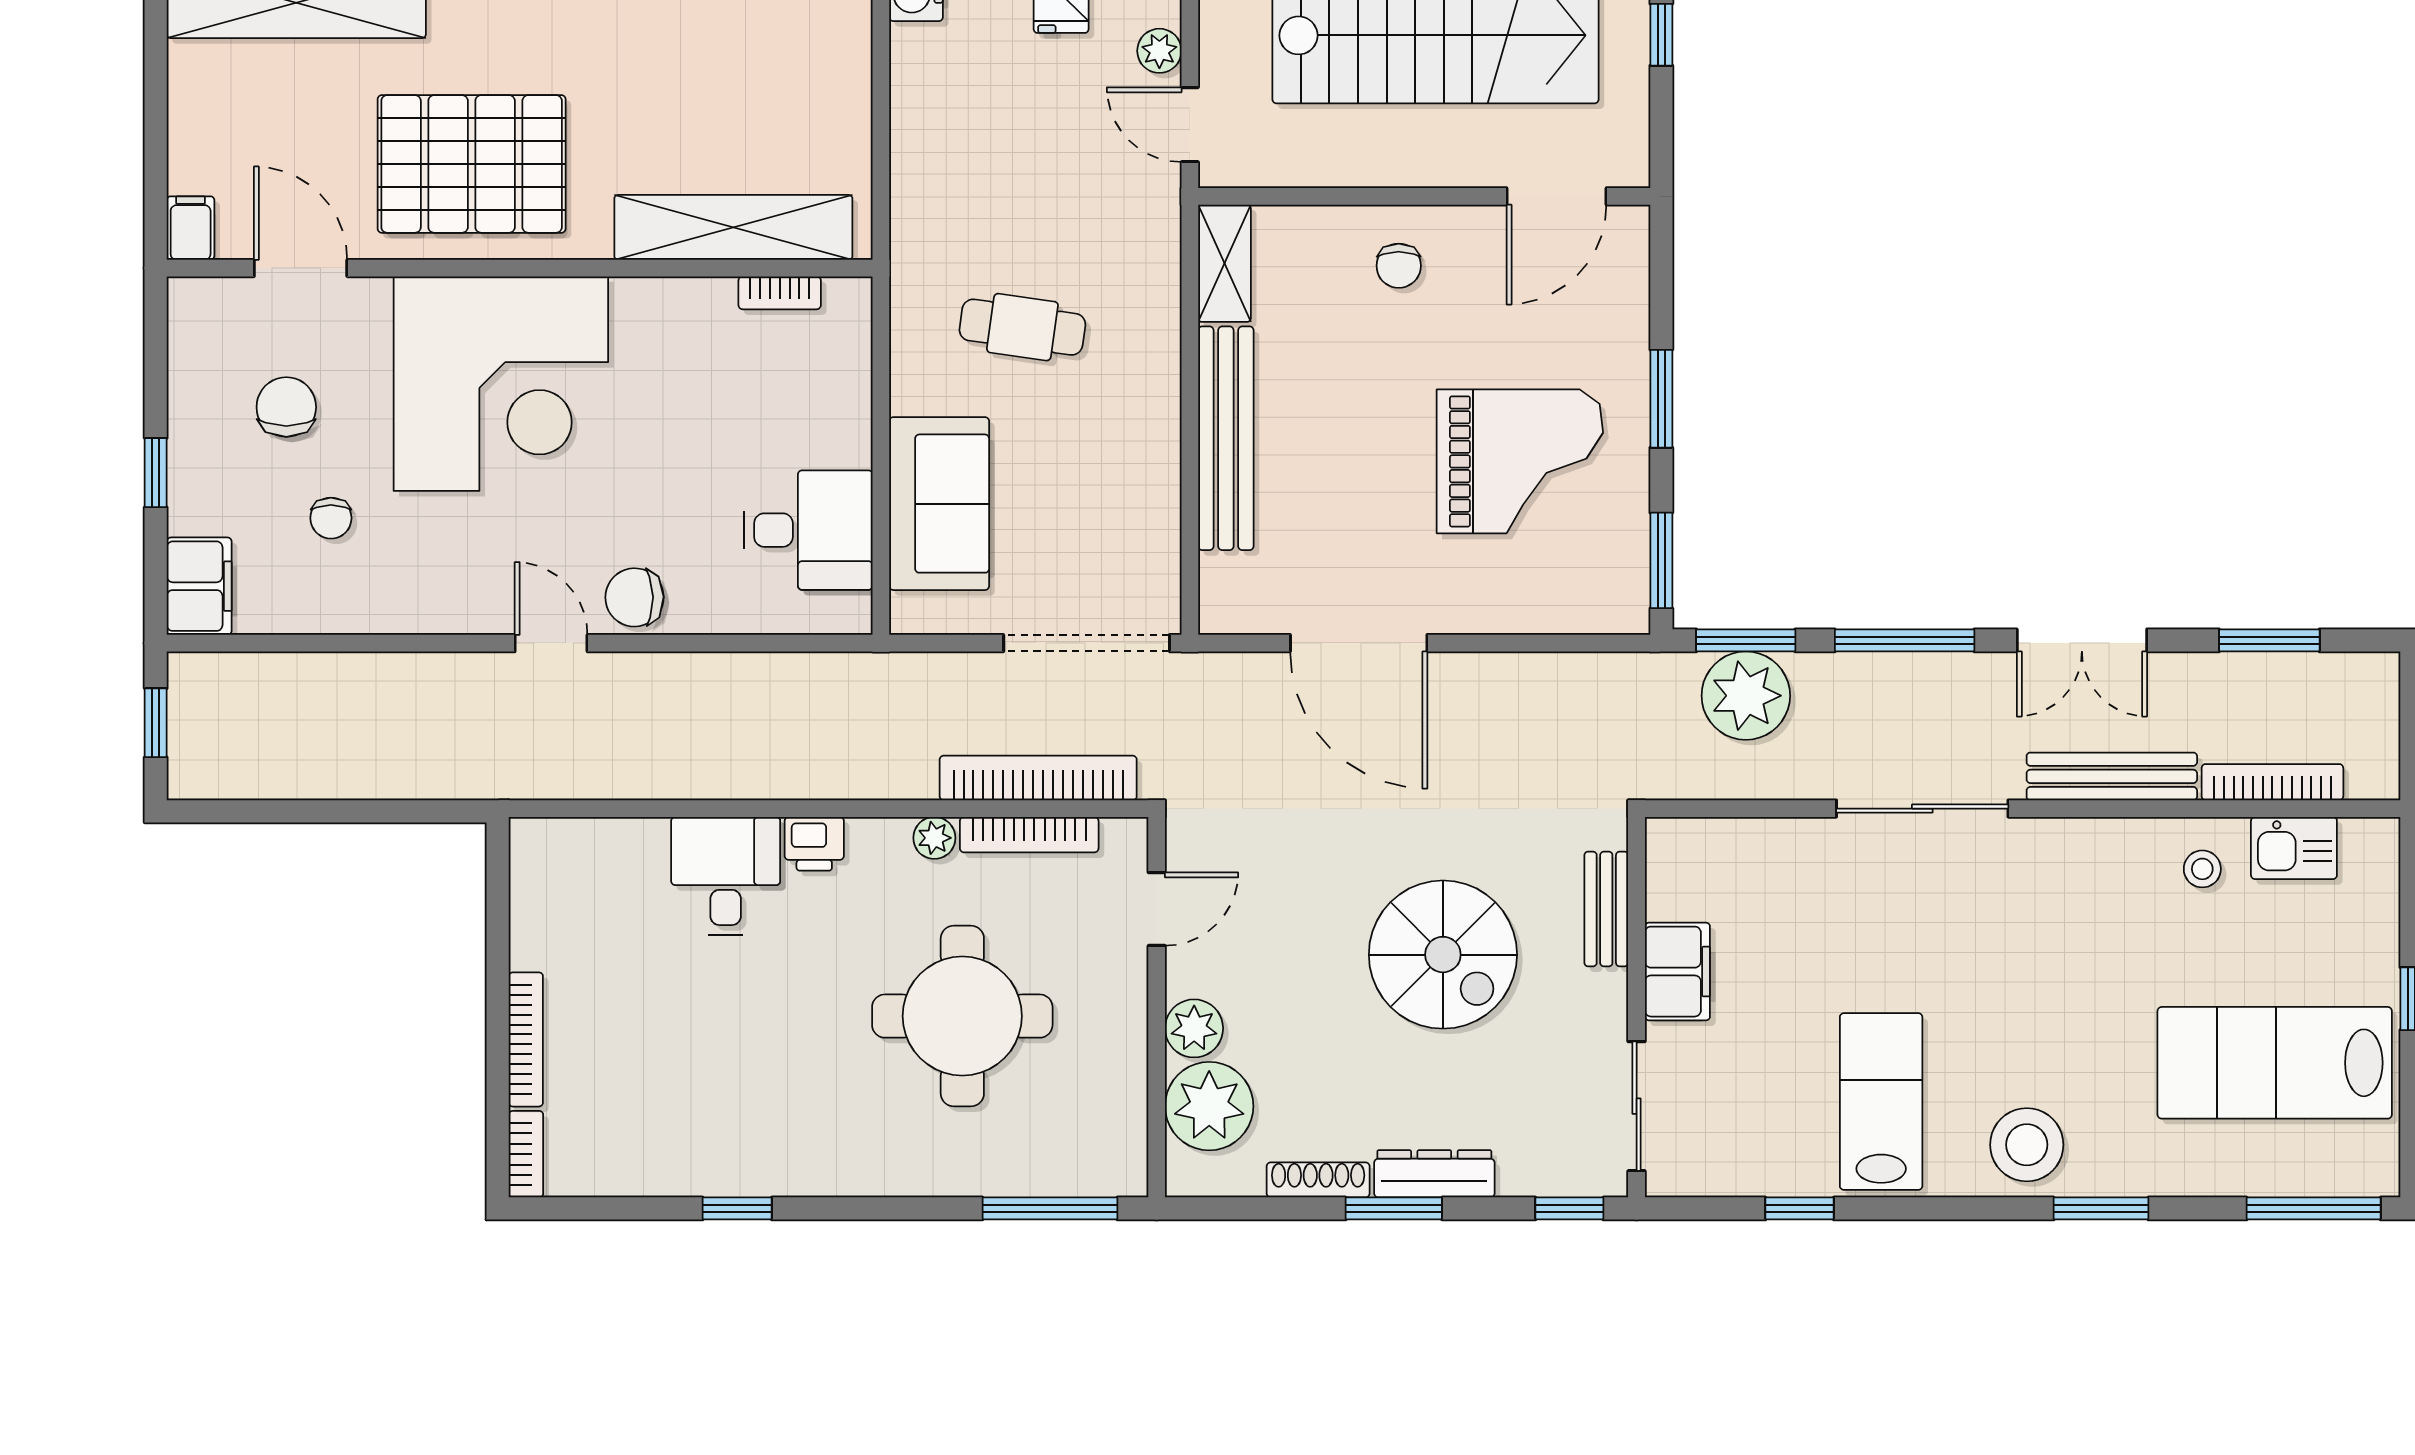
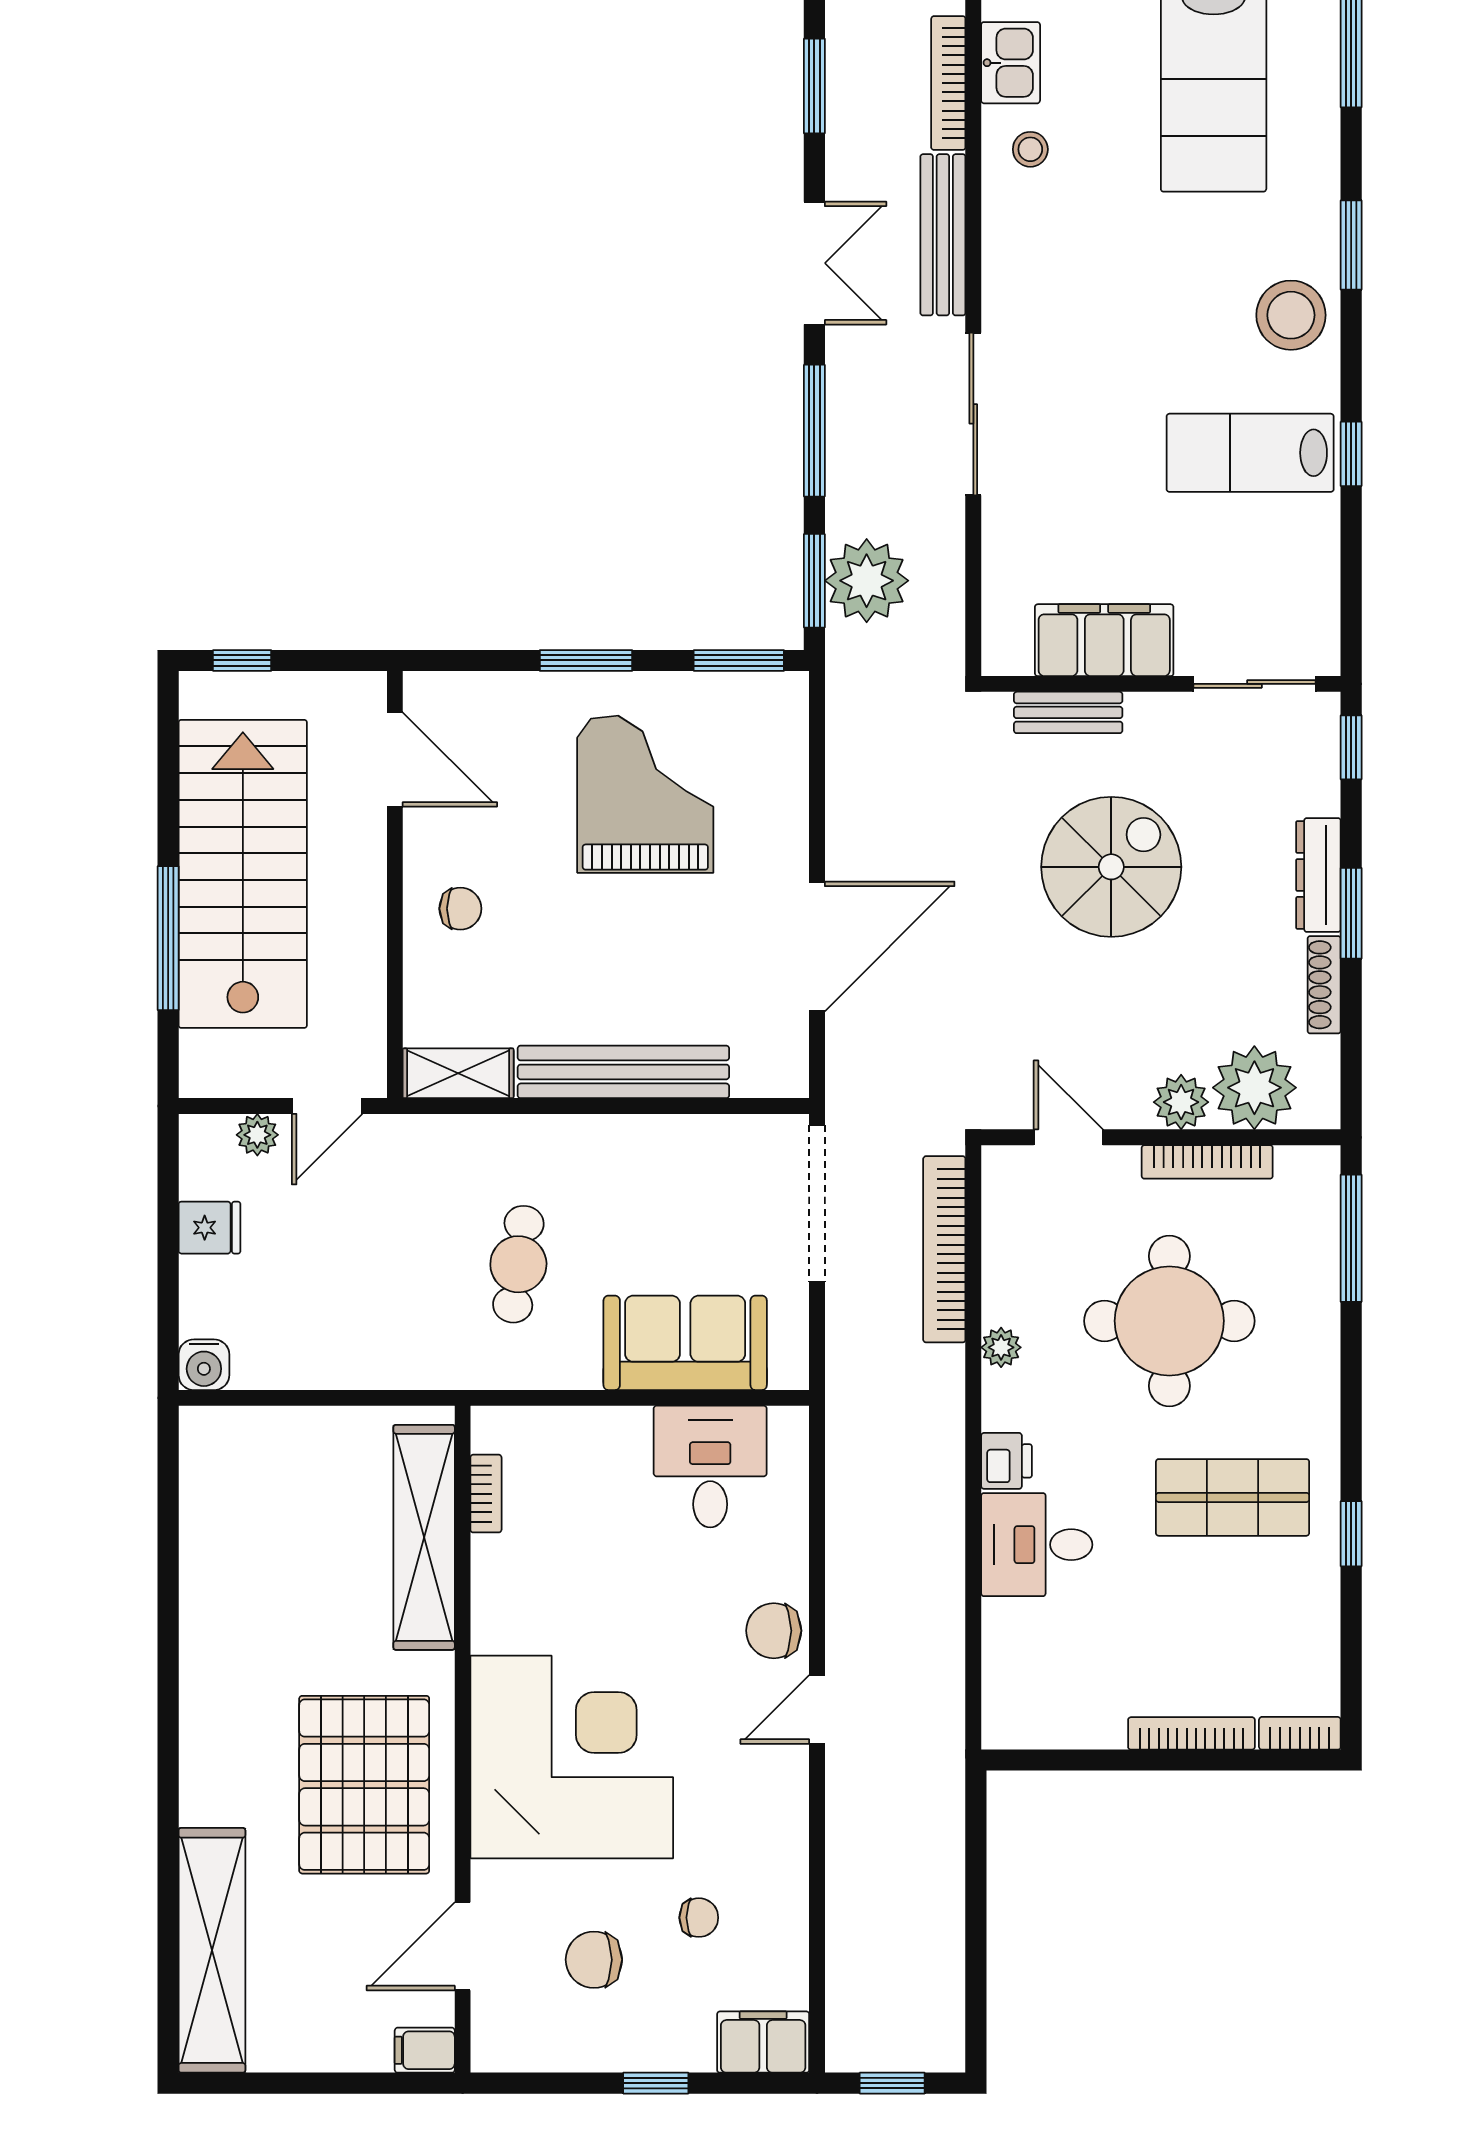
chair: (634, 597) -> (774, 1631), turned 91
bookcase: (1029, 835) -> (1207, 1162), moved, turned 90
filing cabinet: (1677, 972) -> (1104, 640), width x1.50, depth x1.17
shop shelf: (776, 1083) -> (1233, 1497), added
window: (1800, 1208) -> (1351, 454), moved

